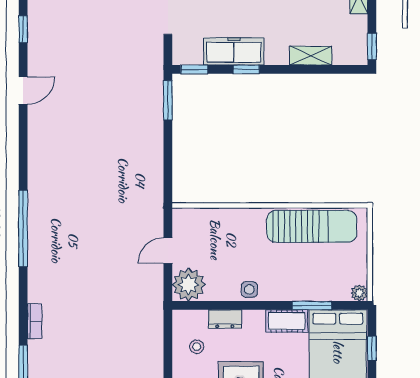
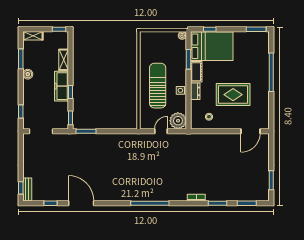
freezer: (234, 51) -> (62, 86), moved
door: (23, 91) -> (81, 203), width x1.87
sun lounger: (312, 226) -> (158, 86), moved
door: (168, 251) -> (161, 131), swing flipped
dresser: (225, 319) -> (195, 91), moved

